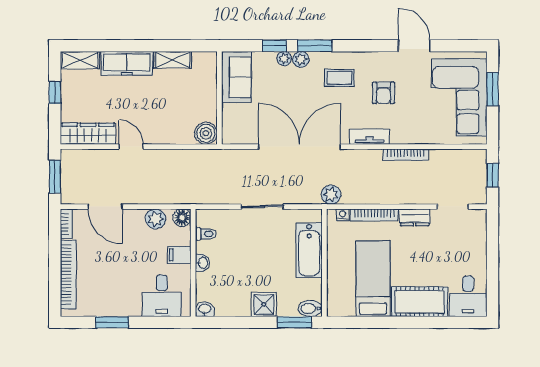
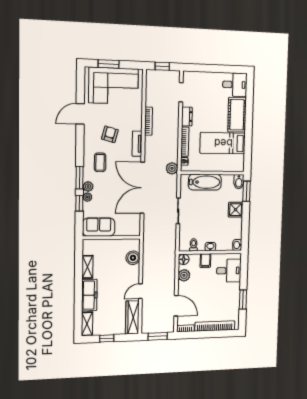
armchair: (383, 93) -> (110, 134), turned -75
boiler: (206, 133) -> (133, 258), moved
door: (105, 207) -> (176, 306), hinge flipped

